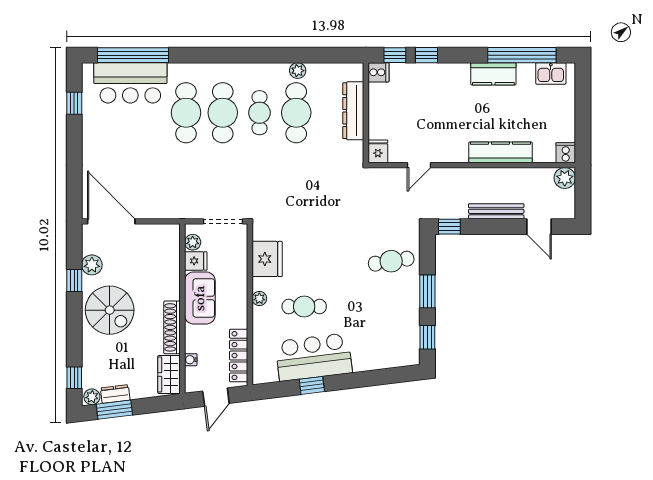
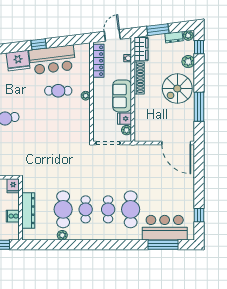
window: (133, 55) -> (163, 245), width x0.68
cooker: (379, 72) -> (13, 216), moved
cafe table: (223, 113) -> (108, 209), width x0.73, depth x0.74
fridge: (267, 259) -> (18, 61), moved, turned -97
plant: (92, 265) -> (188, 62), moved
window: (74, 280) -> (199, 107), width x2.17
spiral stairs: (110, 310) -> (177, 89), turned -90
window: (312, 385) -> (39, 44), moved
window: (114, 410) -> (158, 30), moved

